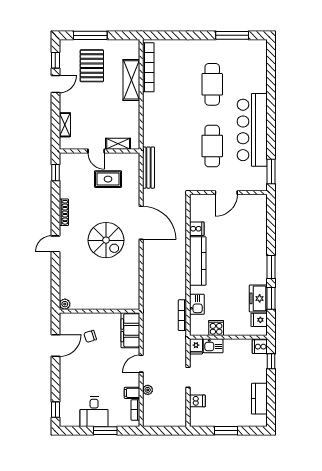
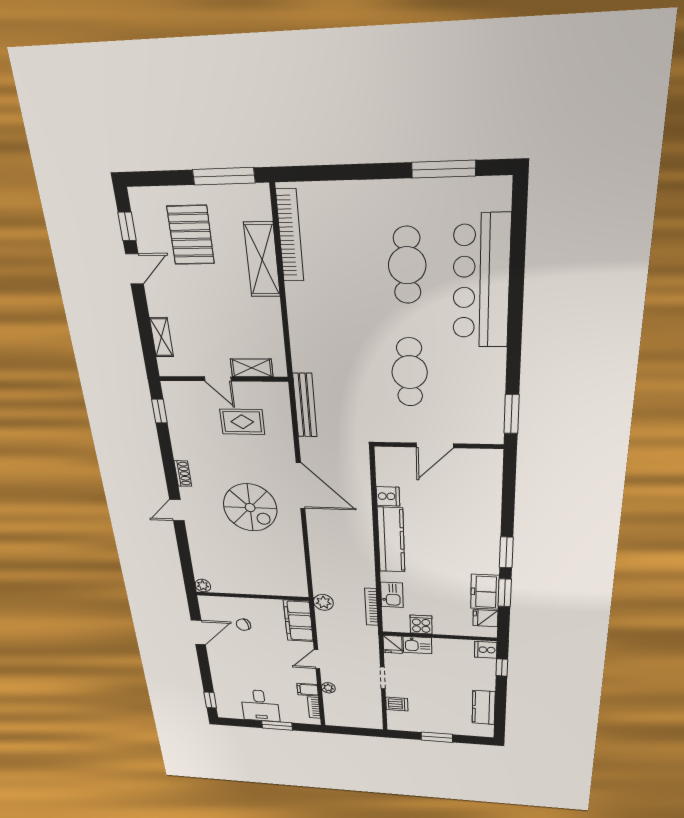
window: (90, 35) -> (224, 176), moved
bar counter: (252, 130) -> (481, 282), moved
shoe rack: (64, 212) -> (183, 474), width x0.70
plant: (149, 313) -> (323, 602), added

